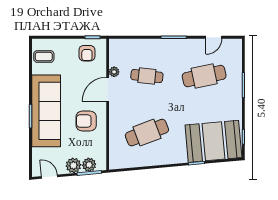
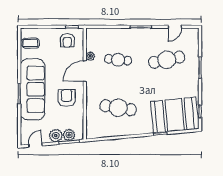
armchair: (86, 121) -> (67, 98), turned 90
cafe table: (147, 133) -> (118, 108), turned 30
door: (50, 177) -> (35, 145), hinge flipped

